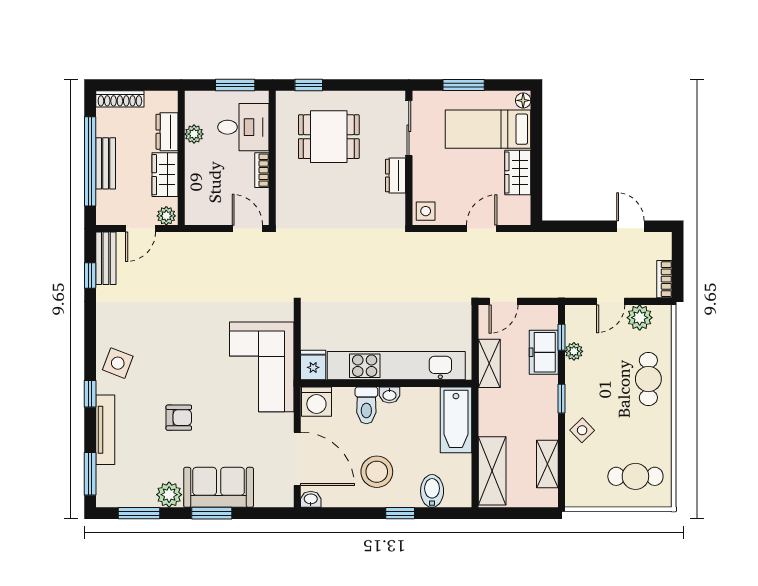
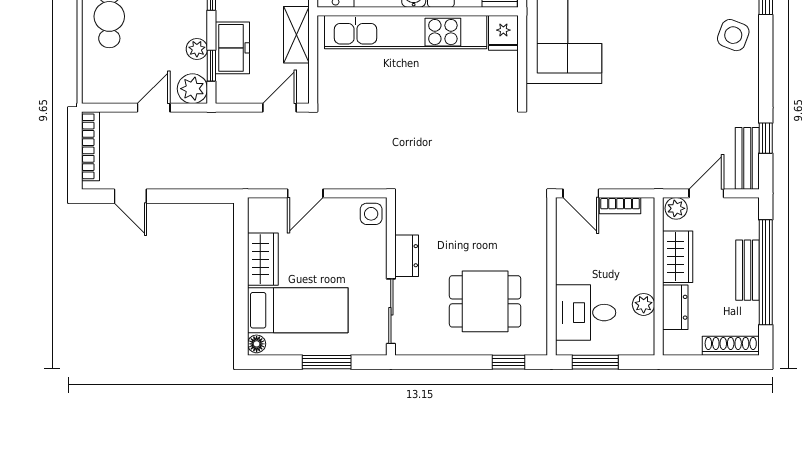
bookcase: (262, 170) -> (620, 206), moved, turned 90
bookcase: (664, 279) -> (90, 146), width x1.56
plant: (640, 318) -> (192, 89), moved

